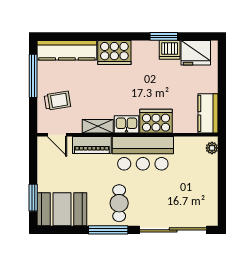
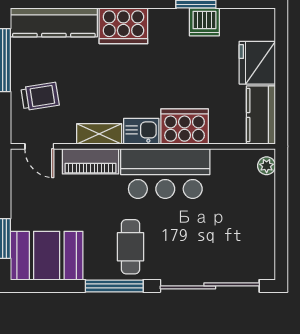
fridge: (196, 53) -> (257, 63), moved, turned 90

